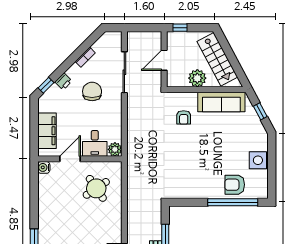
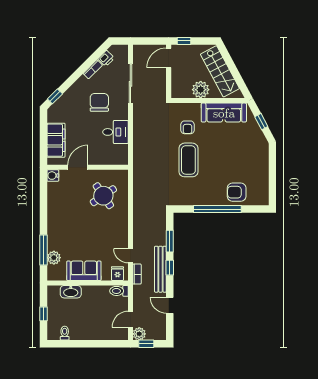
door: (164, 60) -> (169, 58), moved
printer: (64, 81) -> (106, 58), moved
desk: (95, 143) -> (116, 132), moved, turned -90
plant: (115, 149) -> (121, 158), removed
coffee table: (185, 151) -> (188, 160), added
side table: (258, 160) -> (259, 169), removed
window: (233, 202) -> (217, 209), moved

